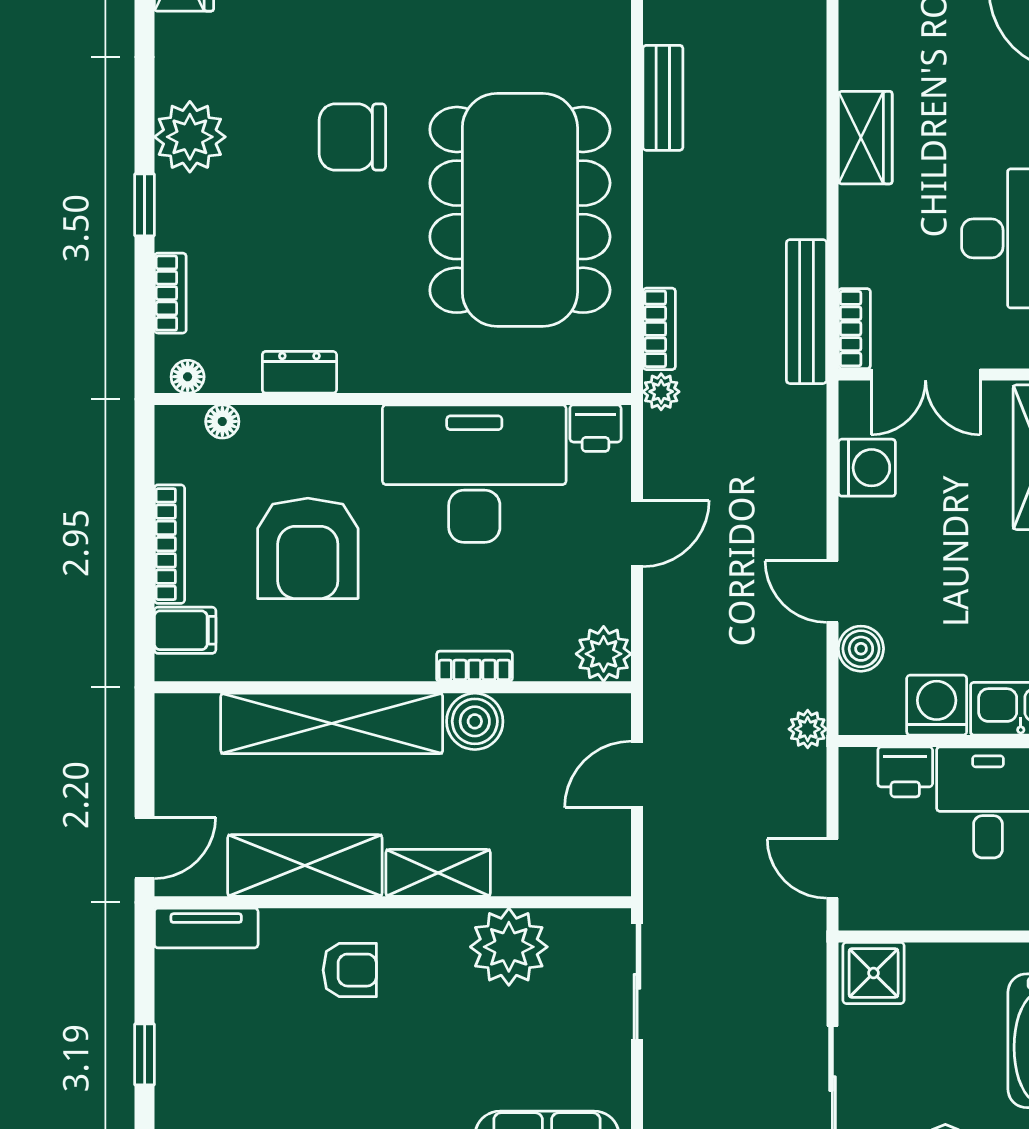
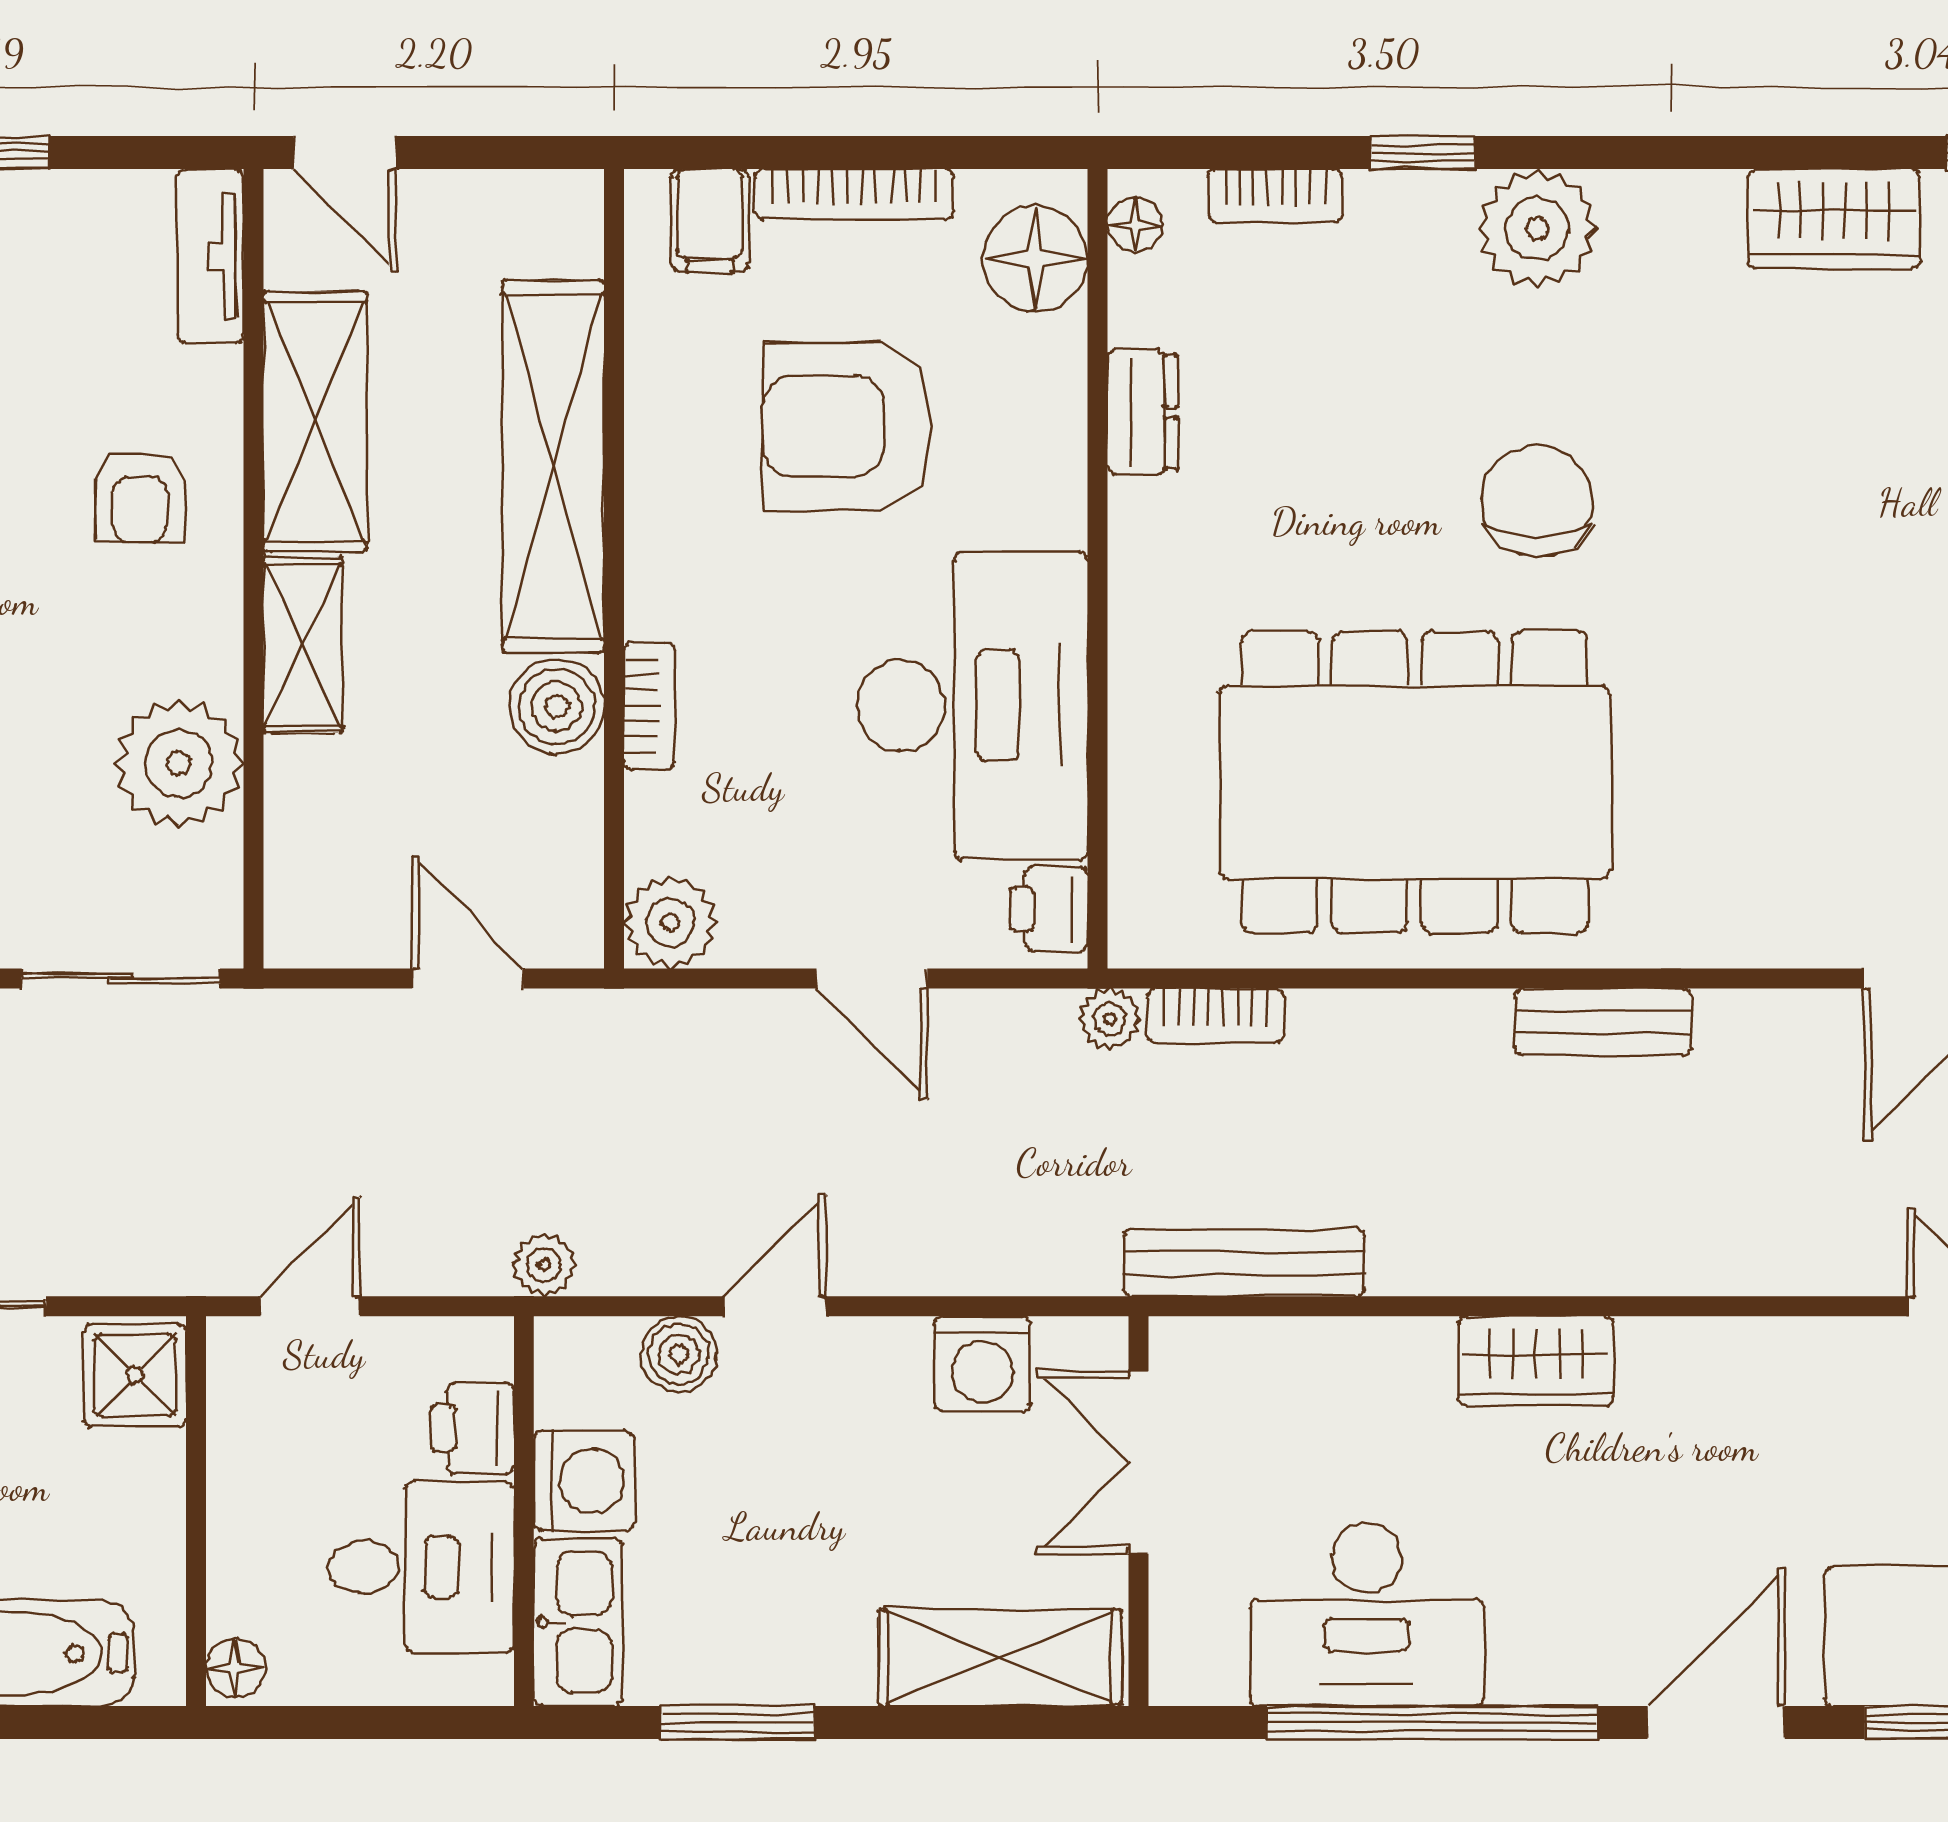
bookcase: (854, 329) -> (1215, 1343), removed
floor lamp: (222, 421) -> (1035, 258), width x1.89, depth x1.89

